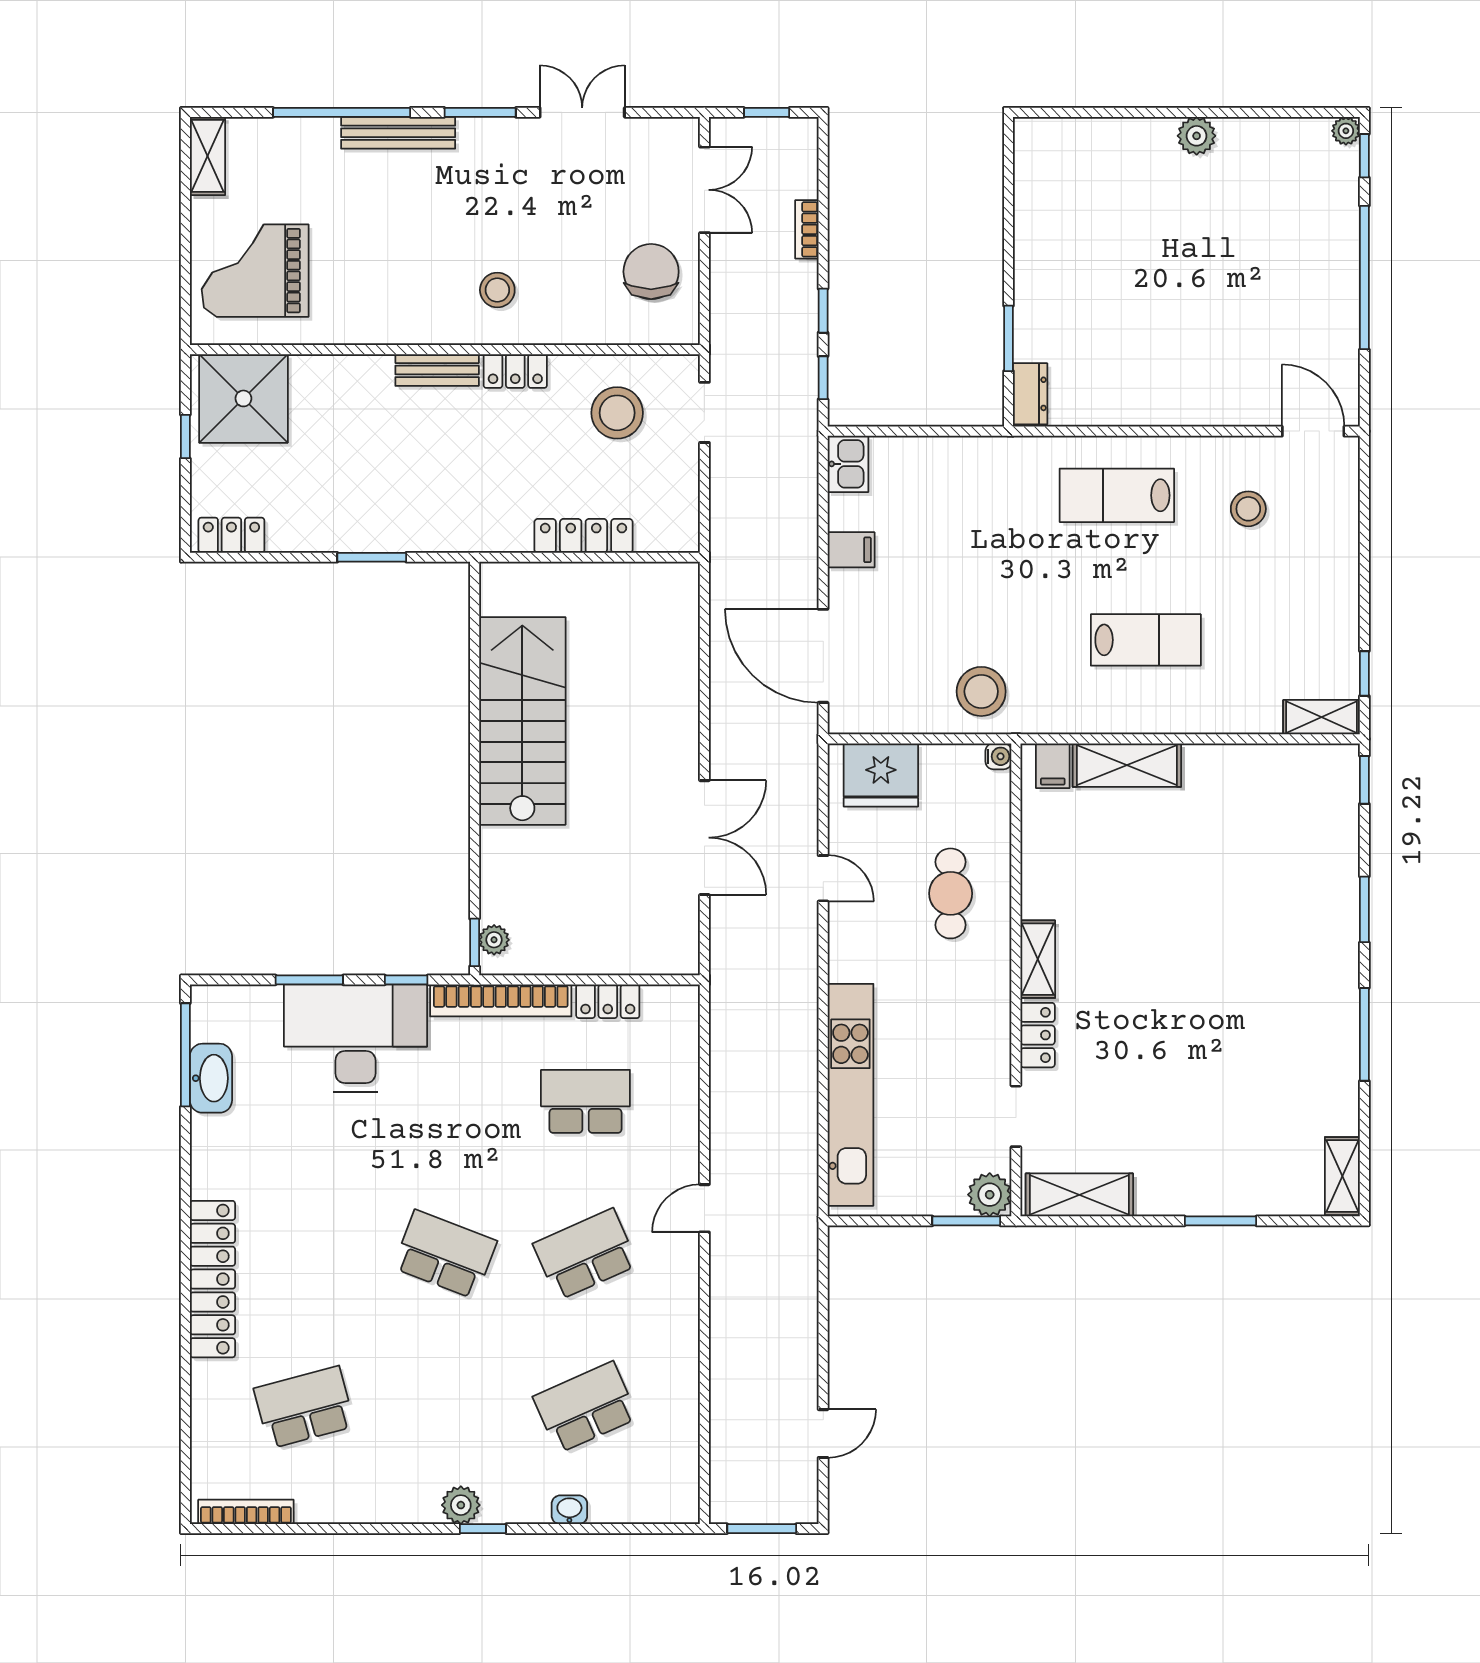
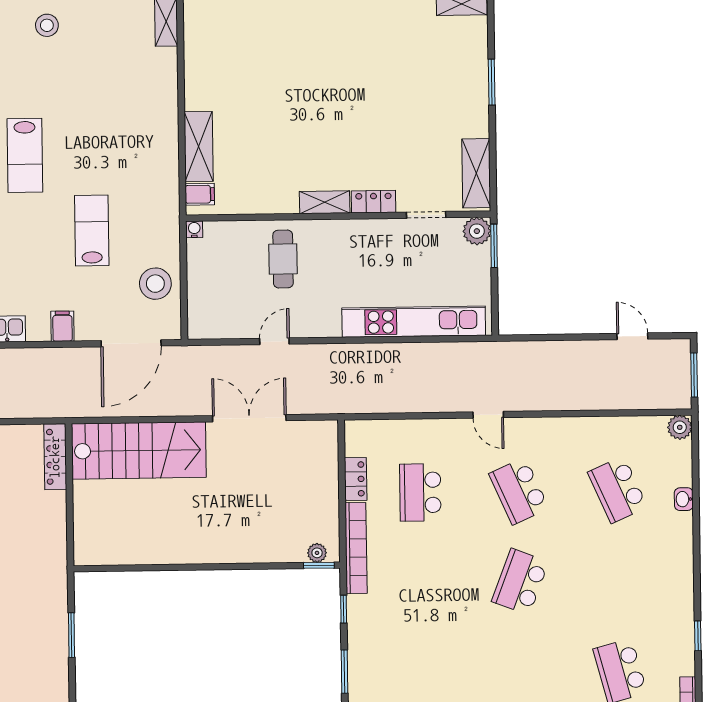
stool: (1248, 509) -> (47, 25), moved
locker: (584, 536) -> (55, 457), moved
lab bench: (1146, 640) -> (92, 230), moved
stool: (981, 691) -> (155, 284), moved
stairs: (522, 721) -> (139, 450), moved, turned 180
fridge: (881, 775) -> (207, 305), removed
cafe table: (951, 893) -> (283, 259), turned 90
desk: (355, 1038) -> (382, 641), removed
plant: (461, 1505) -> (680, 427), moved
window: (483, 1529) -> (698, 636), moved

